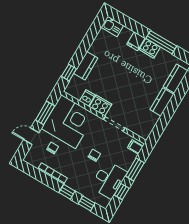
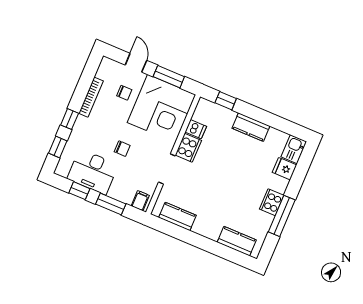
fridge: (136, 41) -> (284, 169), moved
kitchen counter: (86, 66) -> (251, 127), moved
kitchen counter: (162, 102) -> (177, 216), moved

